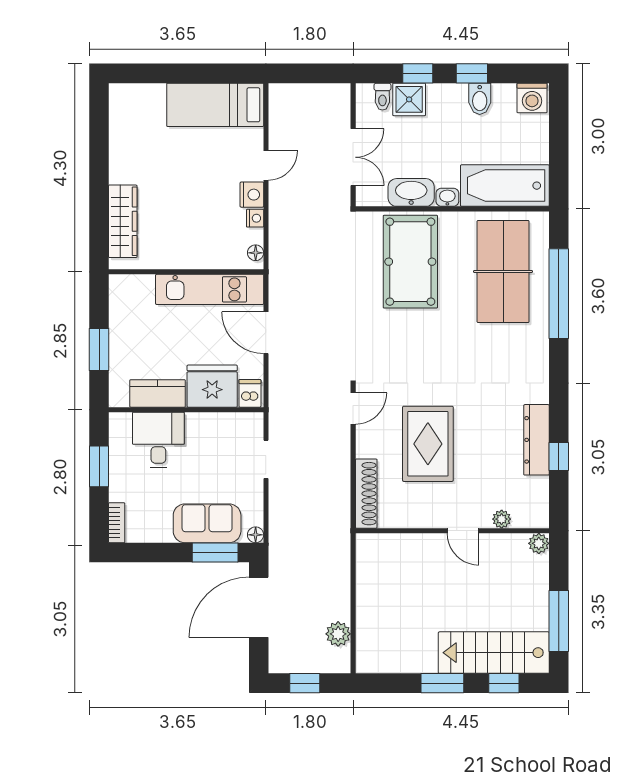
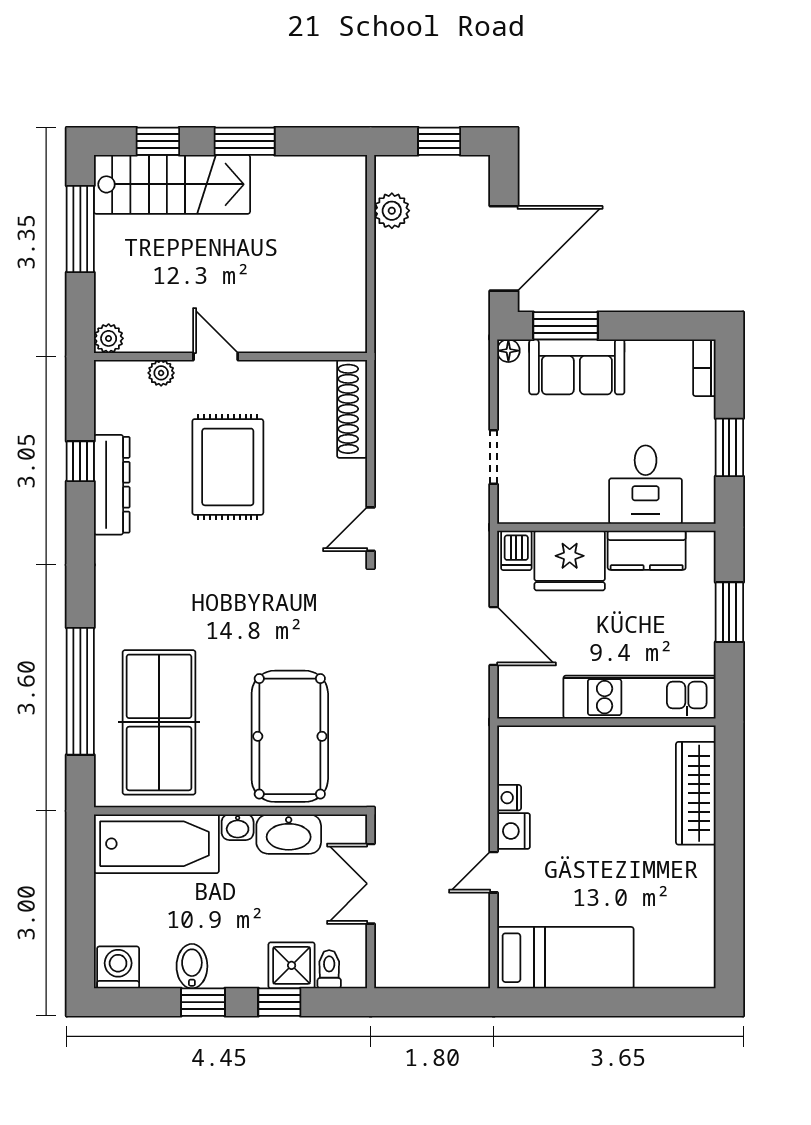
floor lamp: (256, 253) -> (508, 749), removed
kitchen unit: (210, 289) -> (640, 697), moved
rug: (428, 444) -> (228, 467), moved

